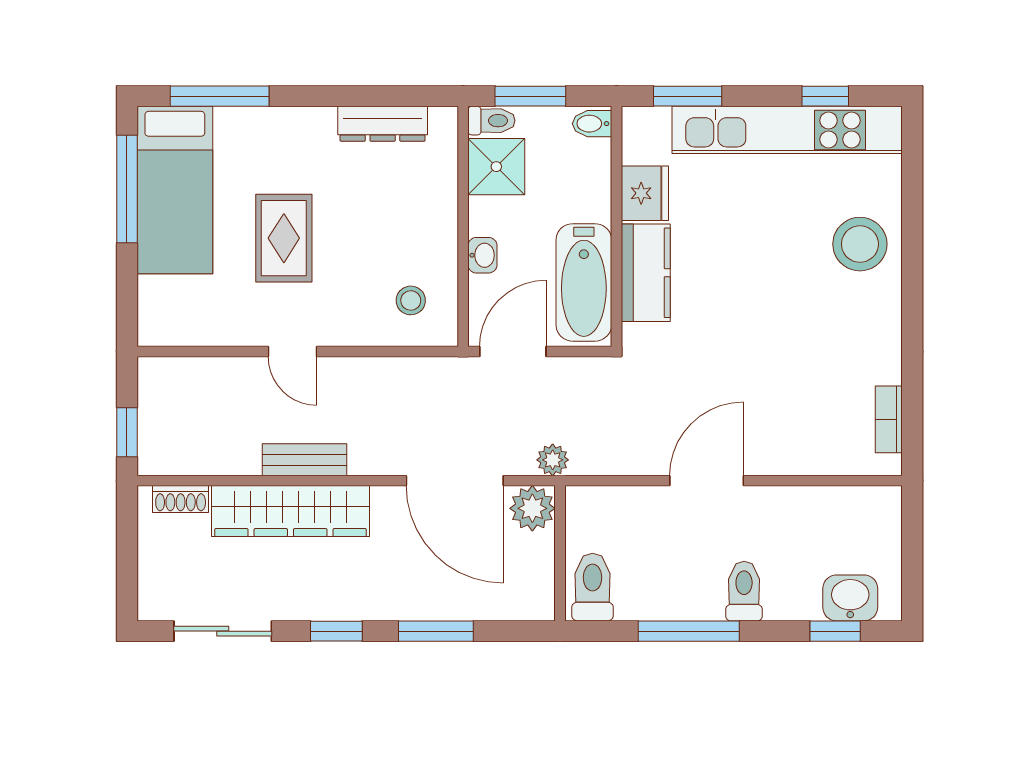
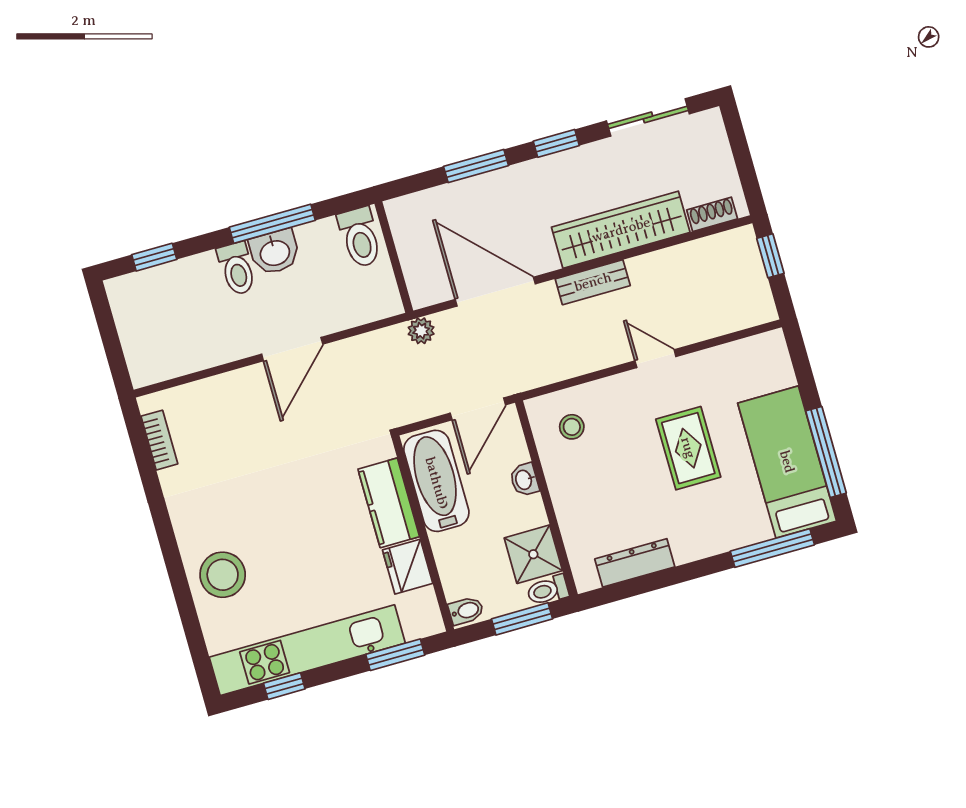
bench: (305, 460) -> (593, 282), moved
plant: (532, 508) -> (426, 287), removed
washbasin: (850, 598) -> (275, 252), moved

